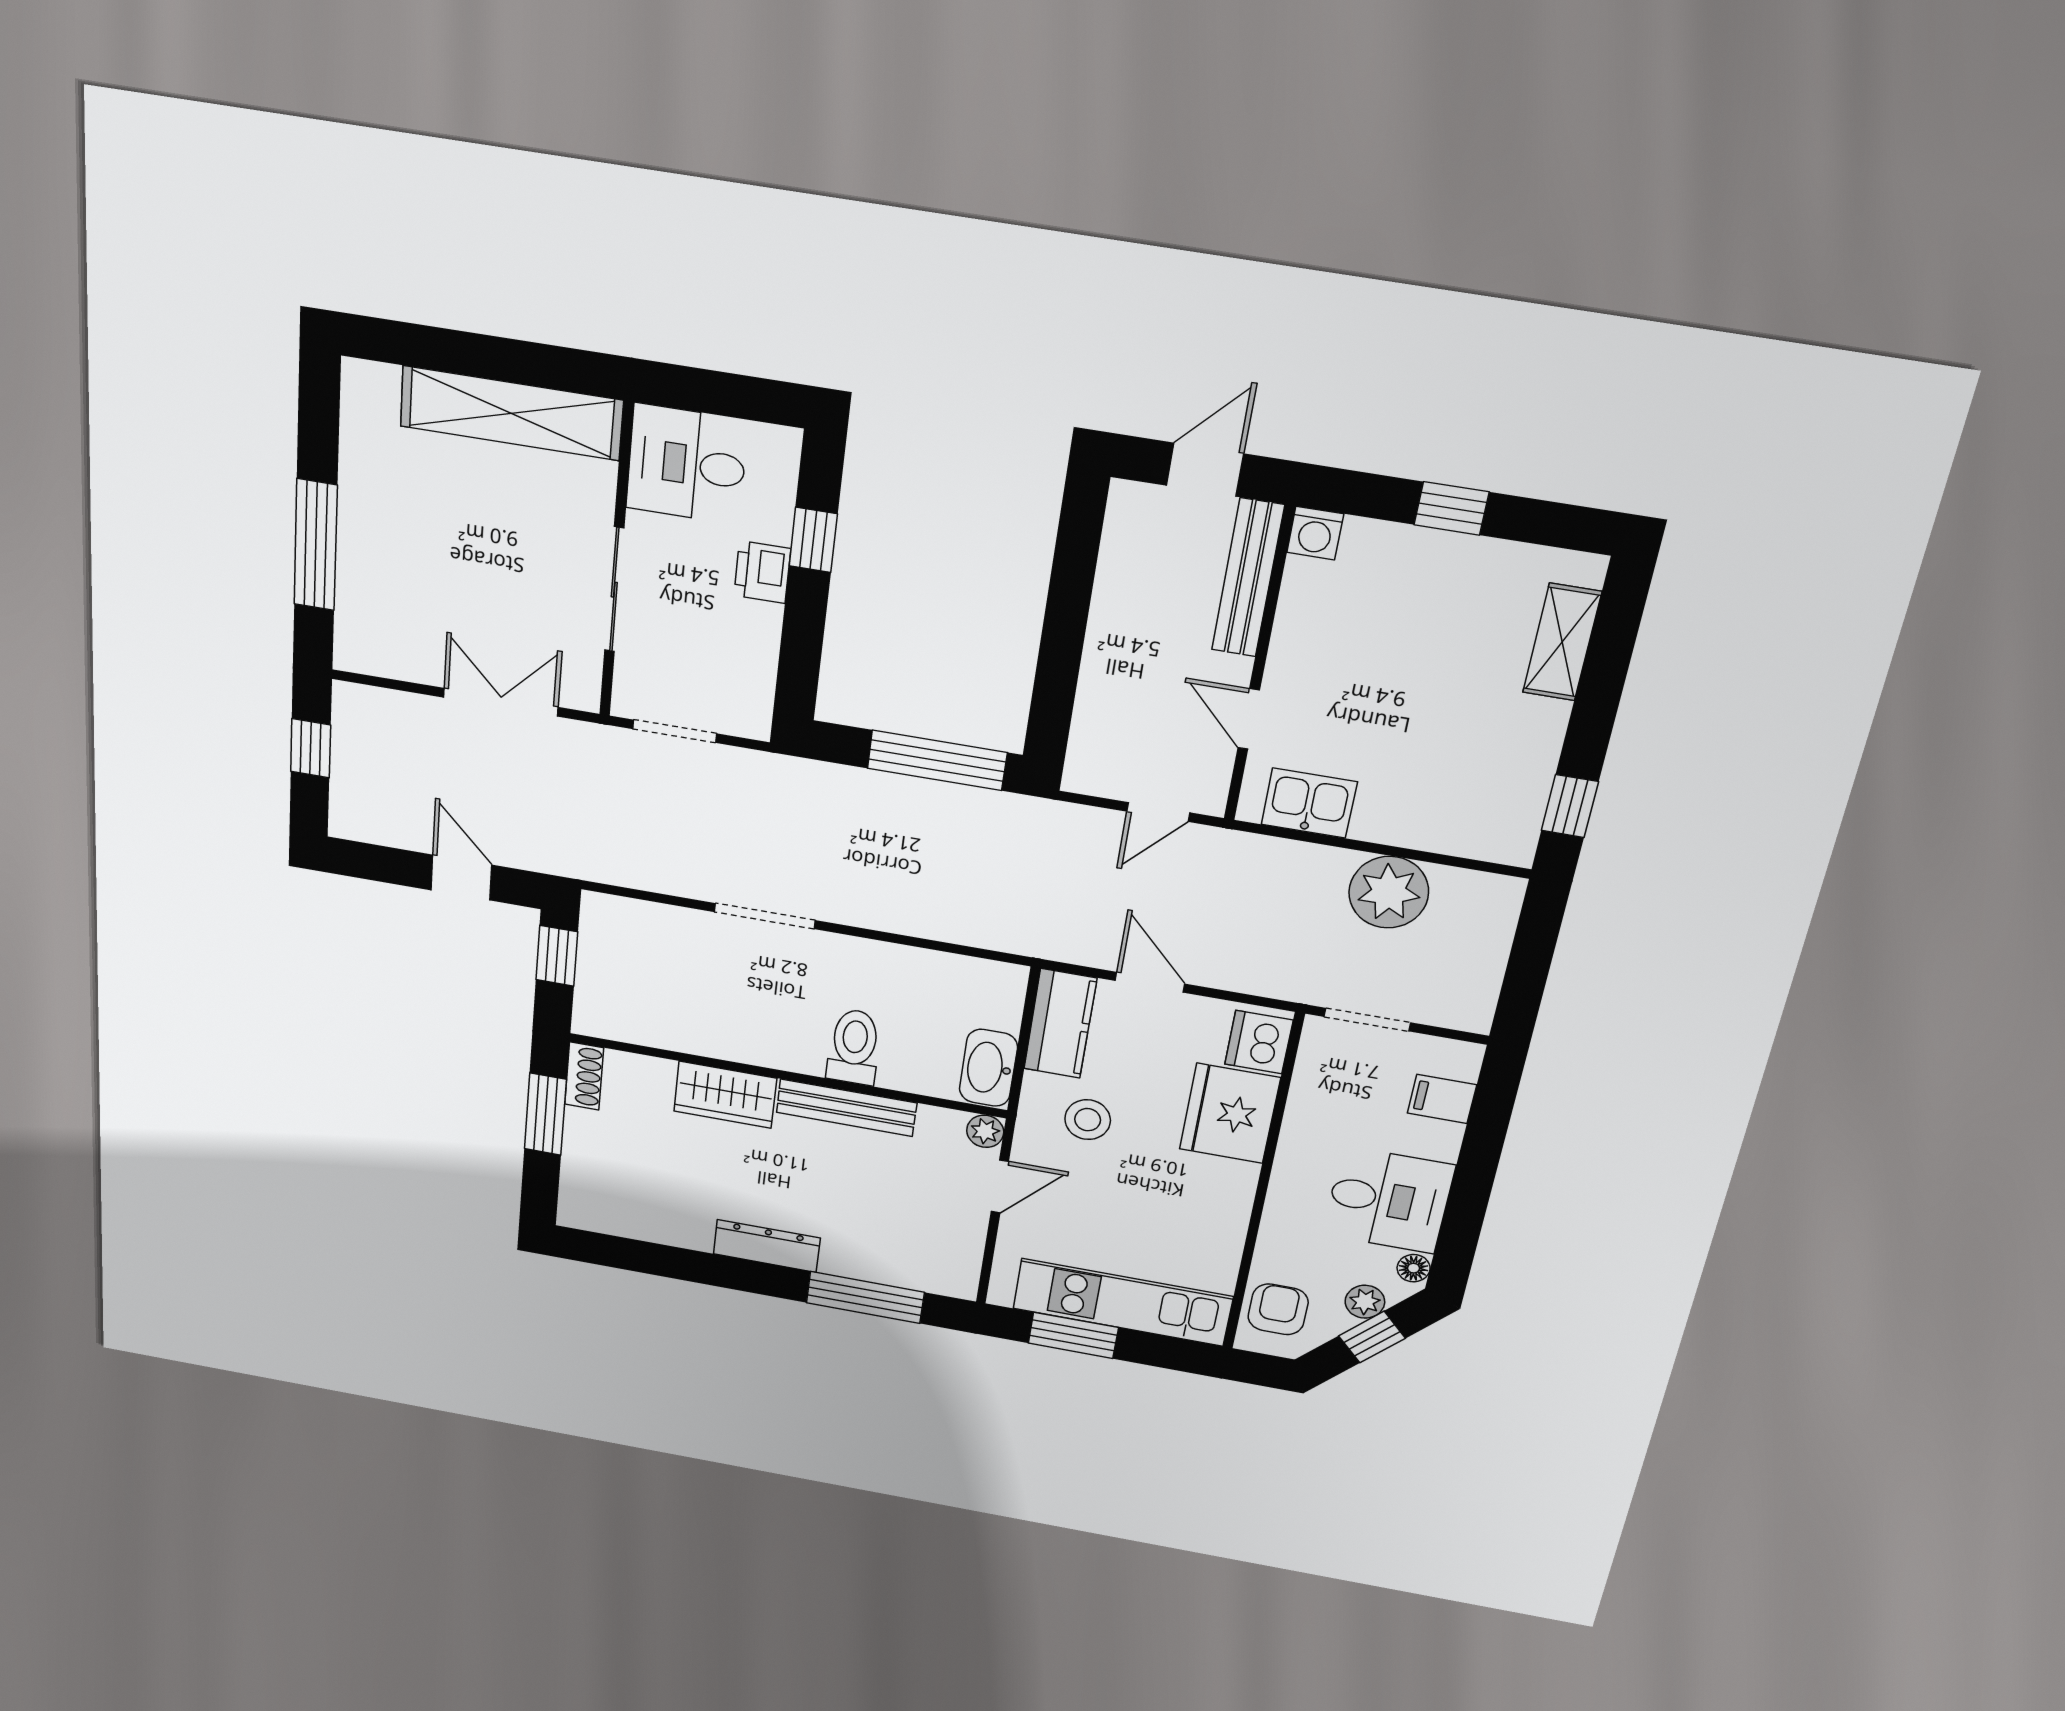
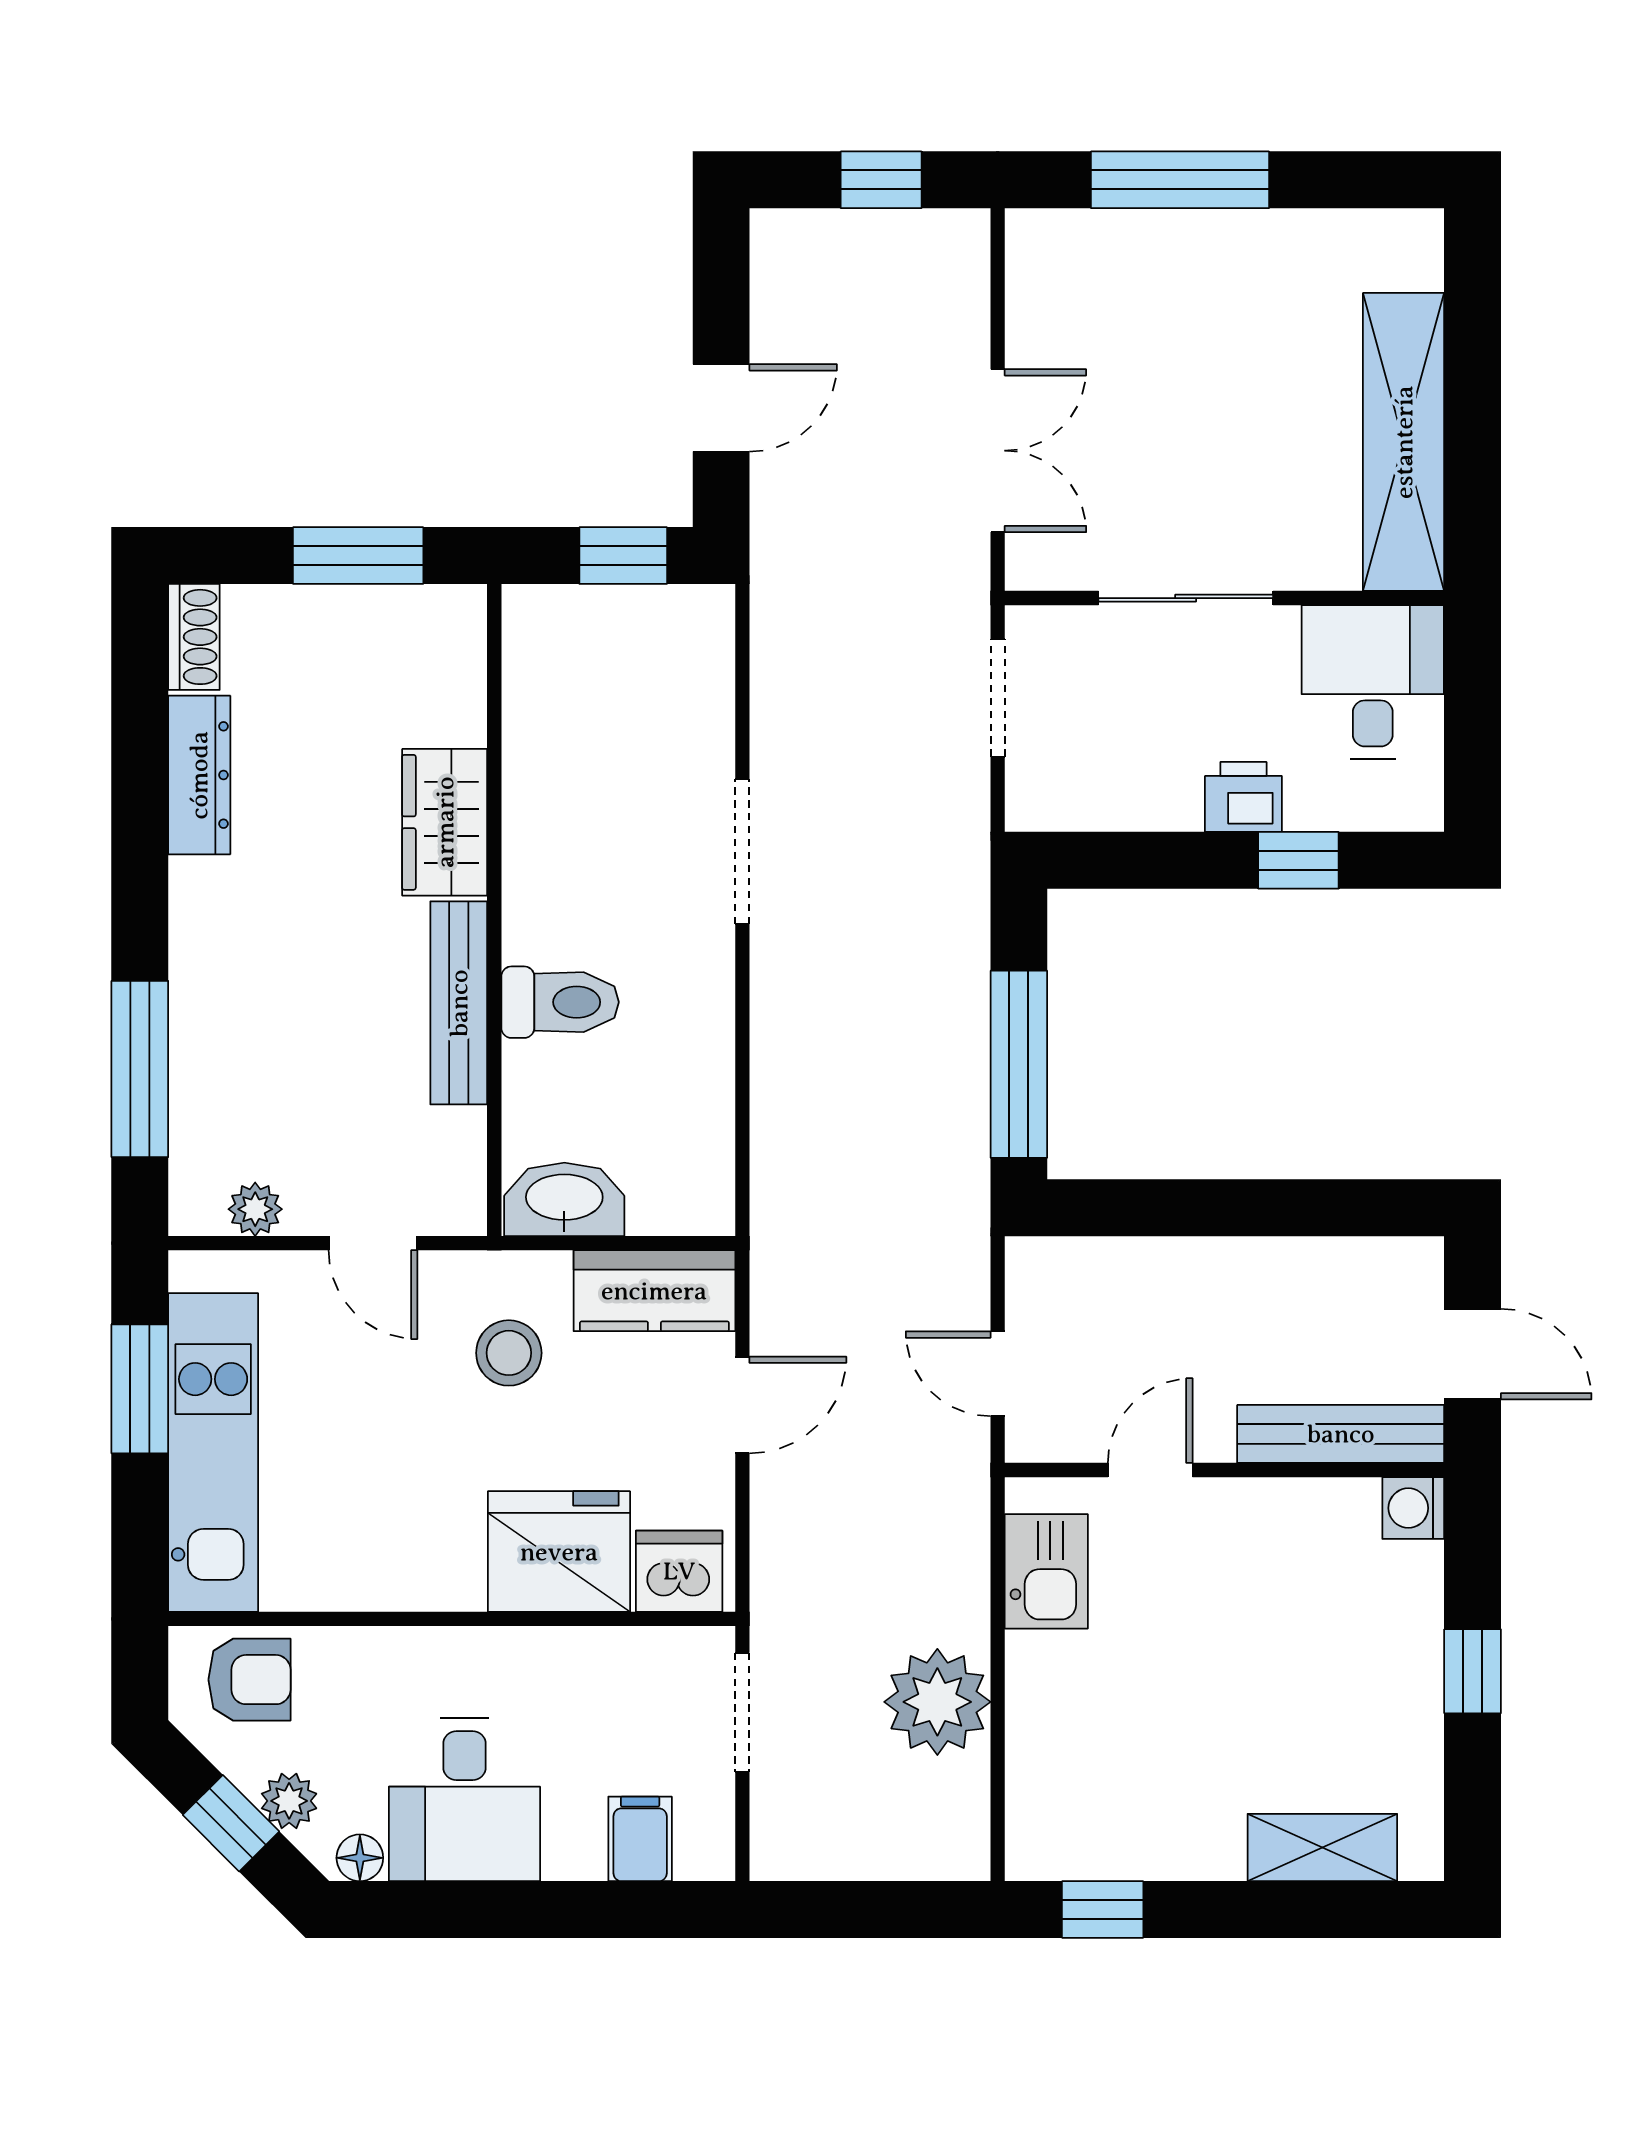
shoe rack: (584, 1076) -> (194, 637), moved, turned -90
plant: (985, 1131) -> (255, 1209), moved
dresser: (767, 1246) -> (199, 775), moved

